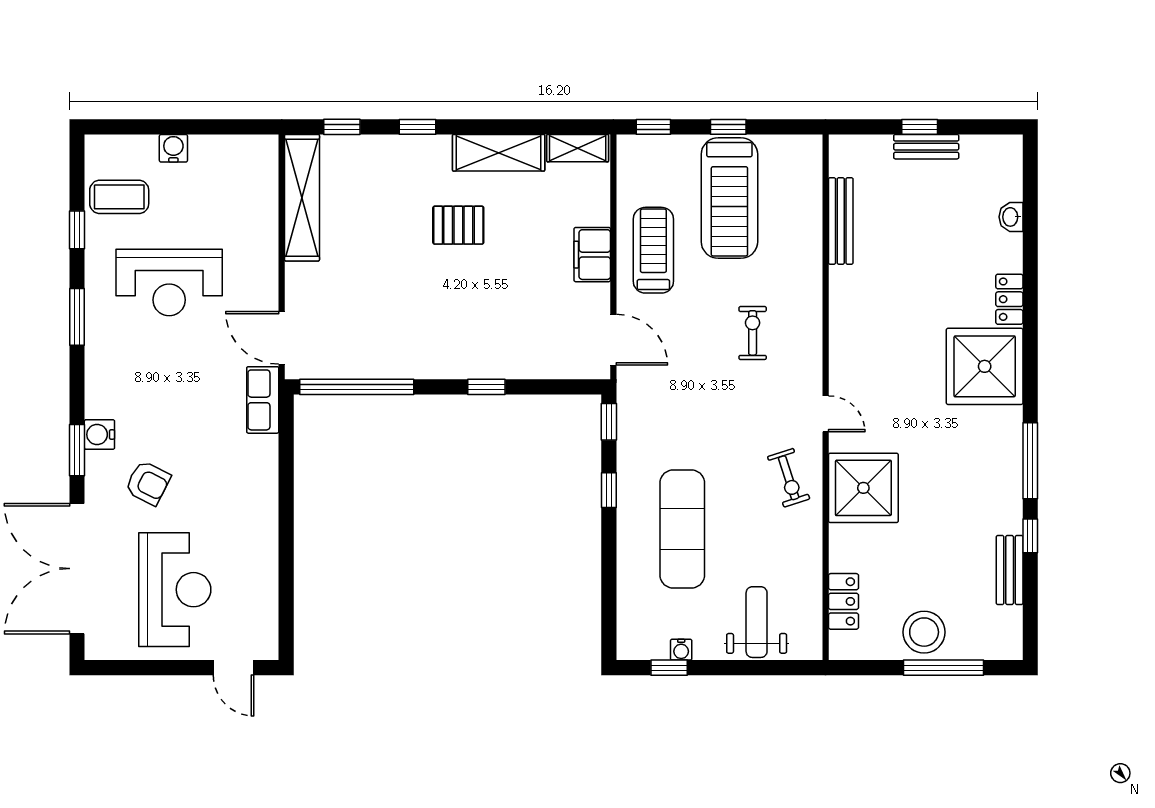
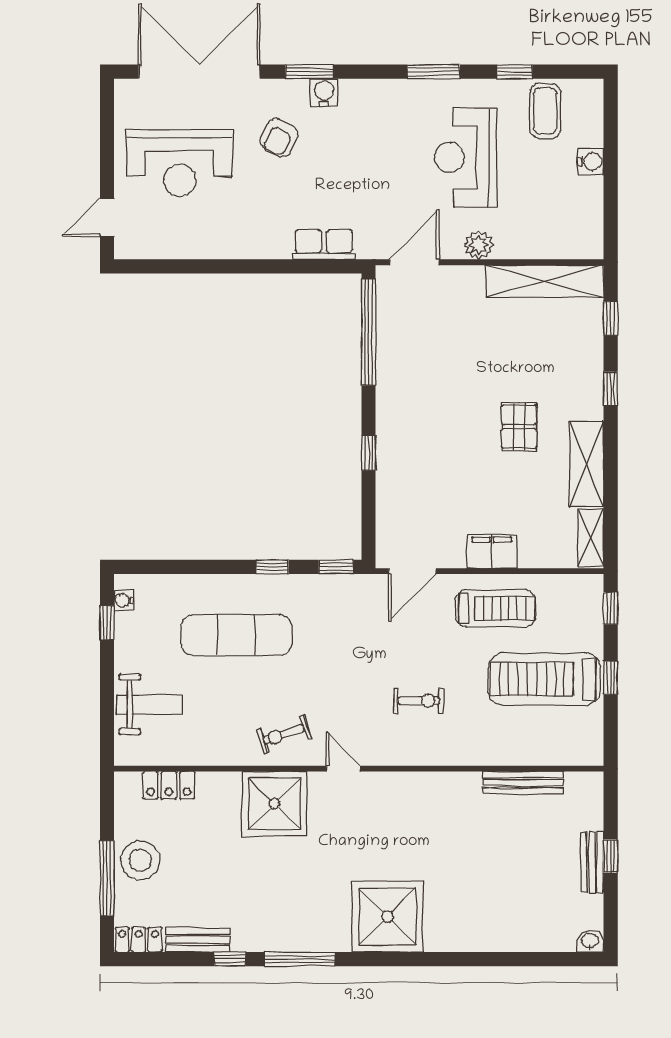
washbasin: (1011, 217) -> (590, 941), moved
plant: (263, 269) -> (479, 245), added
locker: (1009, 299) -> (139, 940), moved
row of seats: (263, 400) -> (324, 245), moved
door: (826, 414) -> (343, 769), swing flipped
water cooler: (681, 650) -> (124, 600), moved

